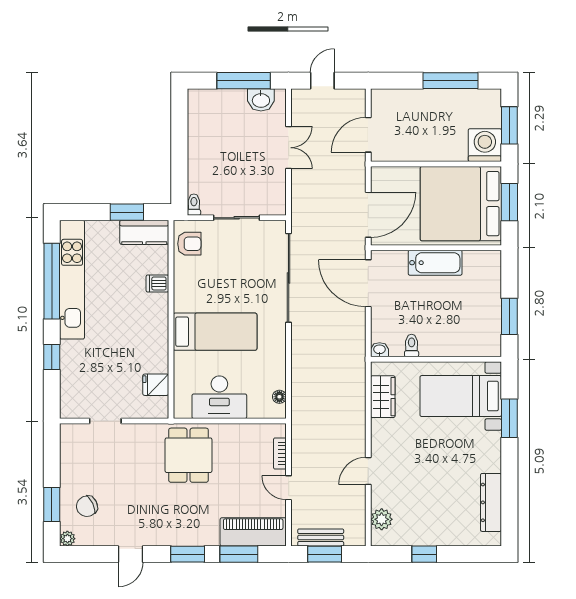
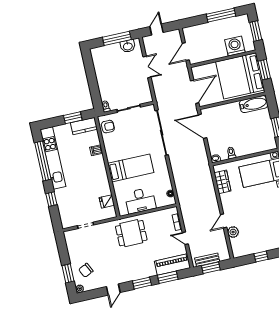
washing machine: (485, 145) -> (235, 46), moved
bathtub: (435, 263) -> (254, 104), moved
dining table: (189, 455) -> (131, 233), turned 90
plant: (382, 519) -> (233, 232), moved

